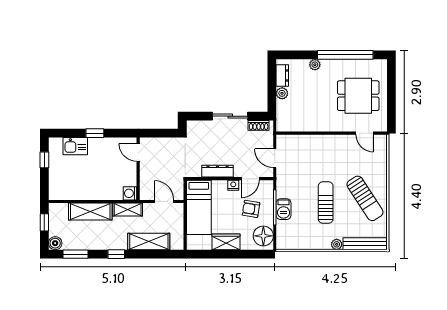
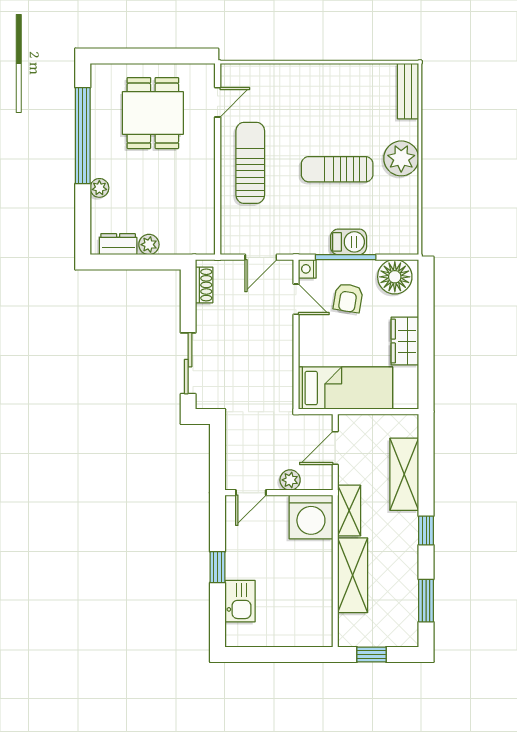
sliding door: (230, 116) -> (188, 363), moved
window: (44, 160) -> (264, 654), removed
dresser: (218, 171) -> (283, 356), removed
plant: (145, 175) -> (290, 480), added
nightstand: (233, 185) -> (307, 269), moved
washing machine: (130, 193) -> (311, 517), width x1.89, depth x1.89
sun lounger: (365, 198) -> (250, 163), moved, turned -57
boiler: (55, 243) -> (407, 636), removed
plant: (337, 244) -> (401, 158), width x1.88, depth x1.88
bench: (365, 244) -> (408, 91), width x0.73

